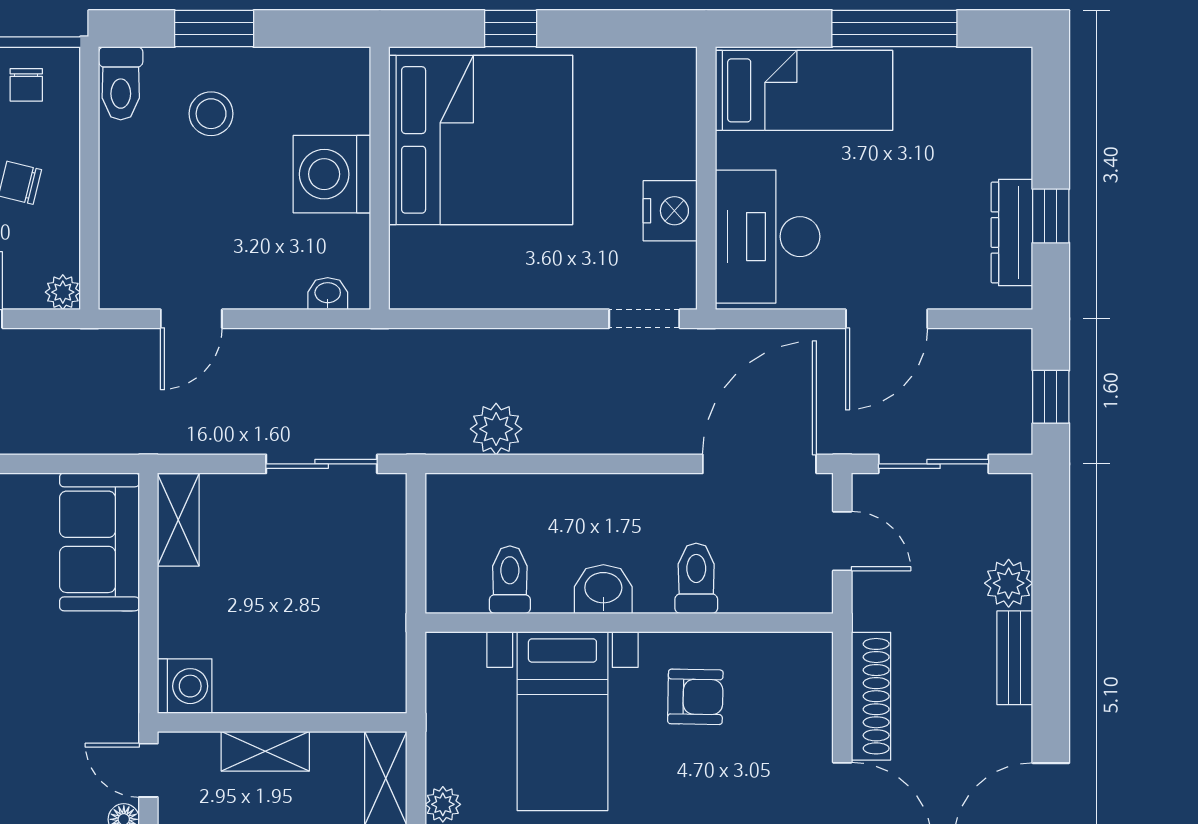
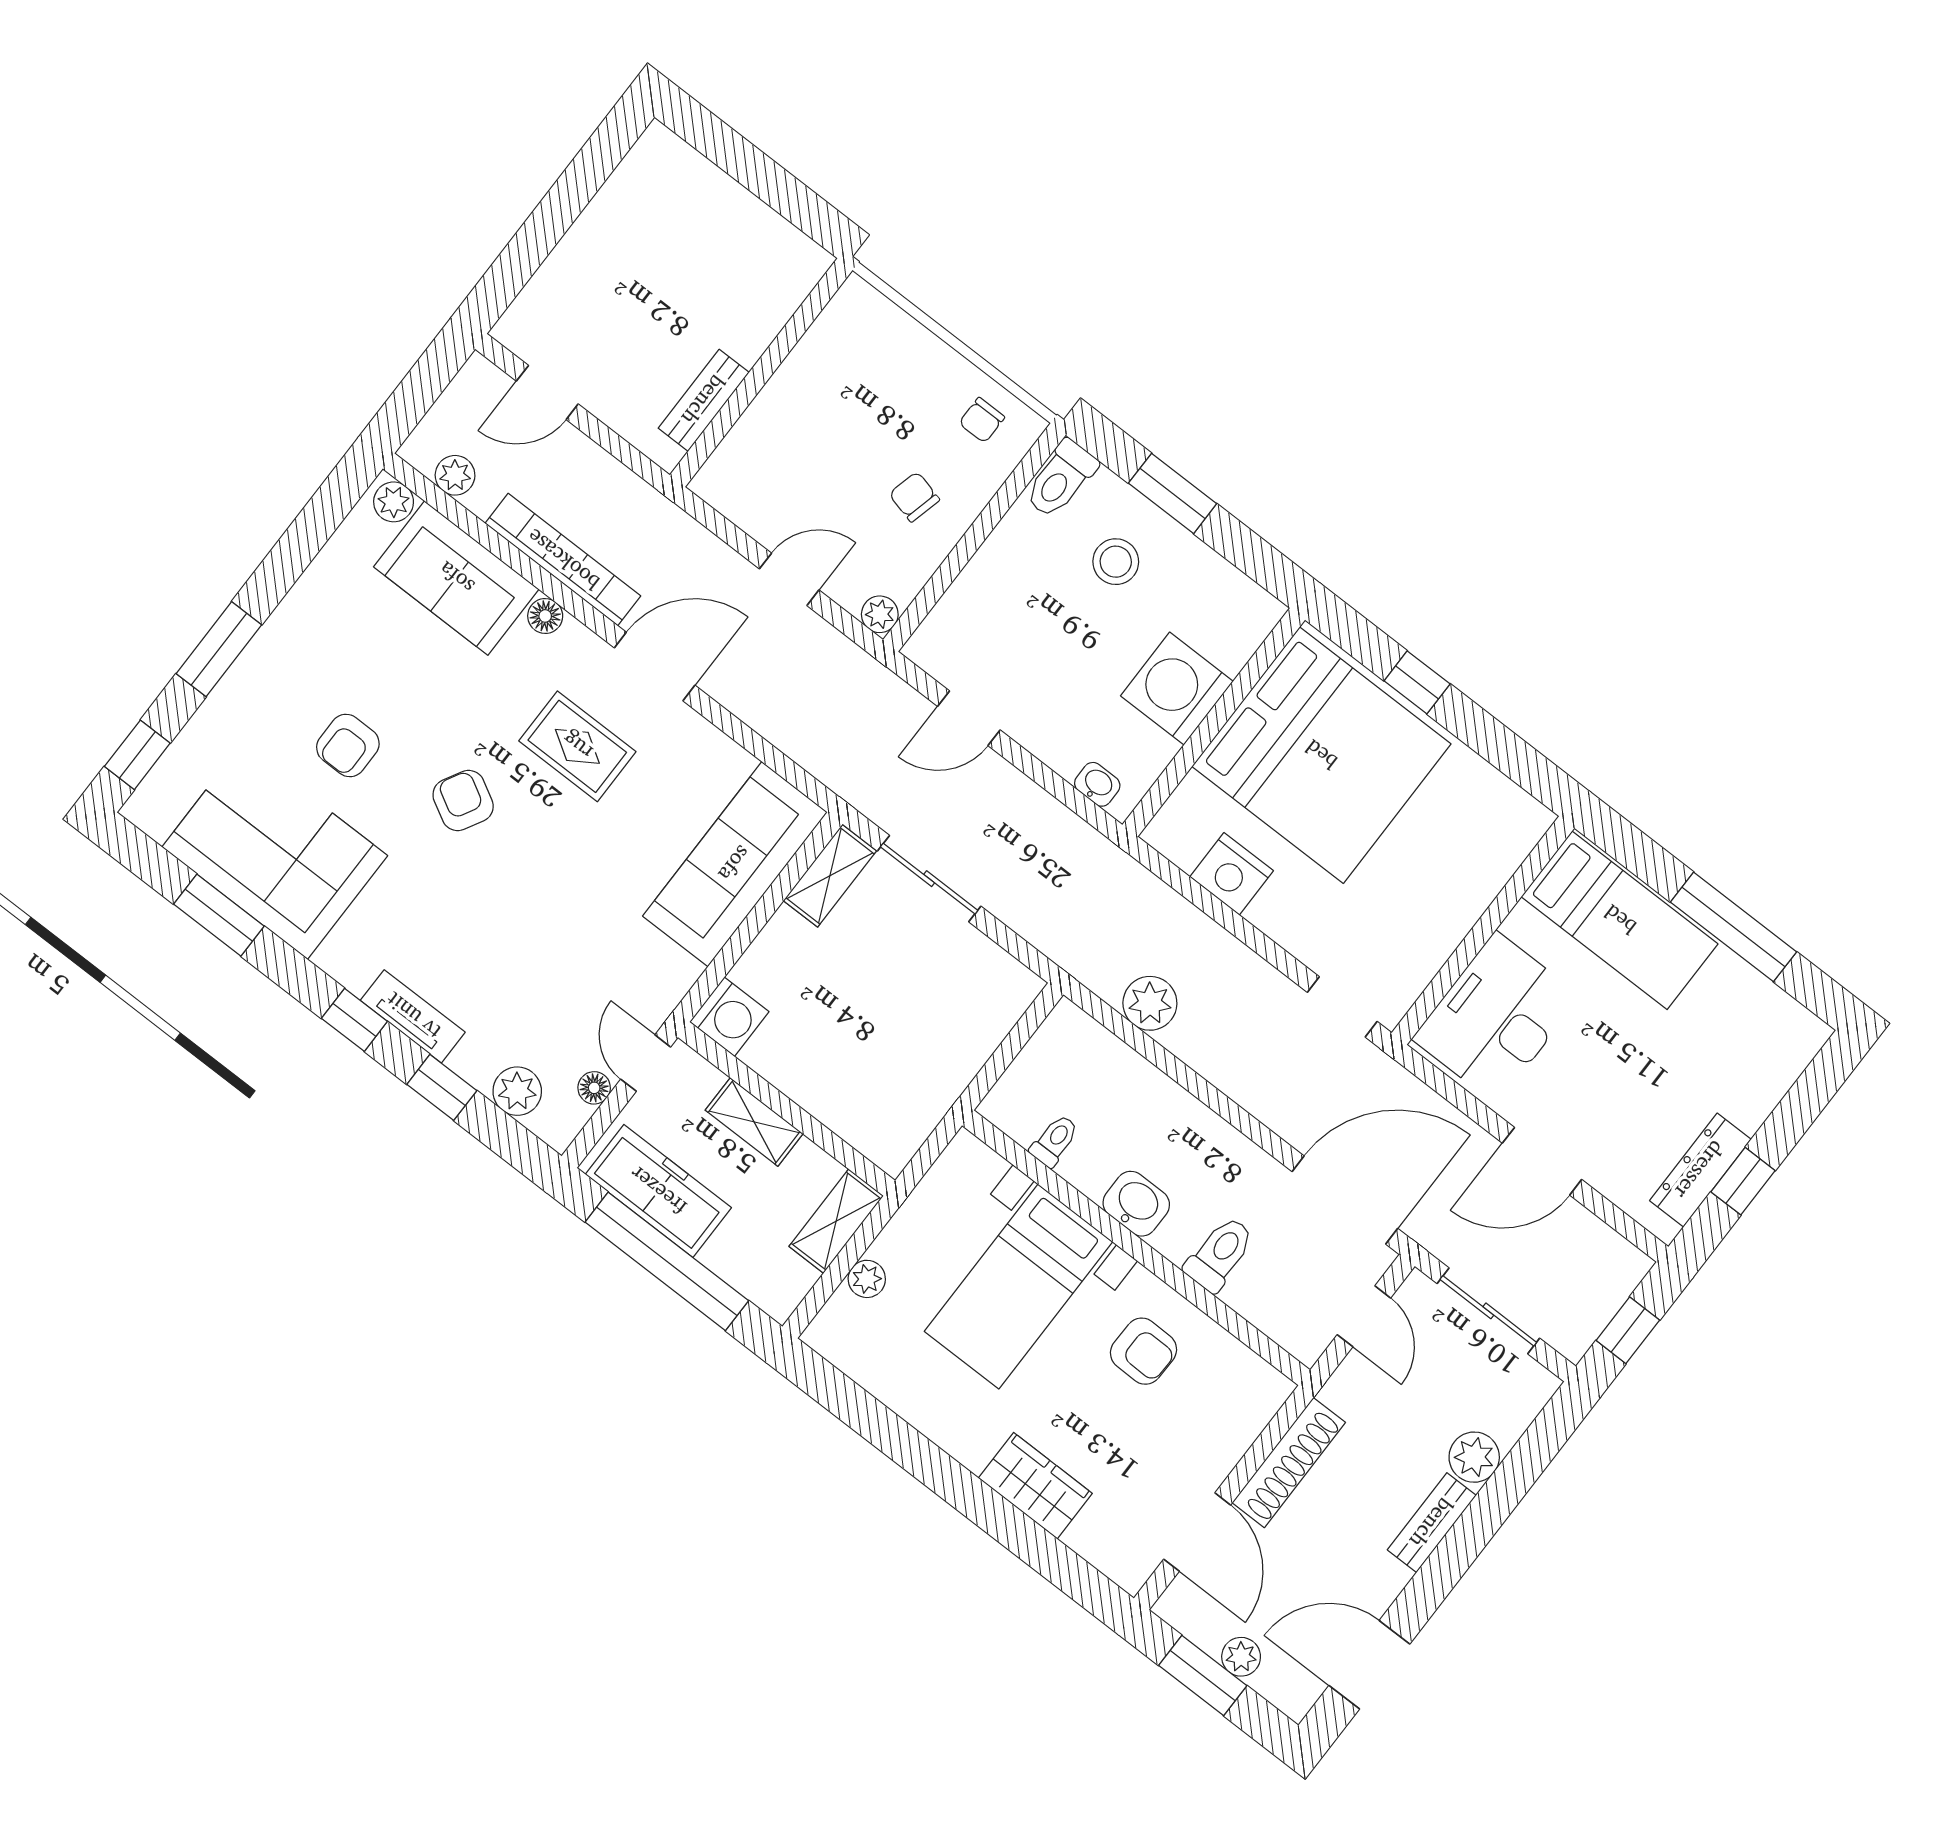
nightstand: (670, 211) -> (1232, 874), moved, turned 90
sliding door: (322, 464) -> (929, 879), moved
sofa: (99, 542) -> (735, 864), width x1.36
toilet: (510, 580) -> (1055, 1141), width x0.73, depth x0.72

